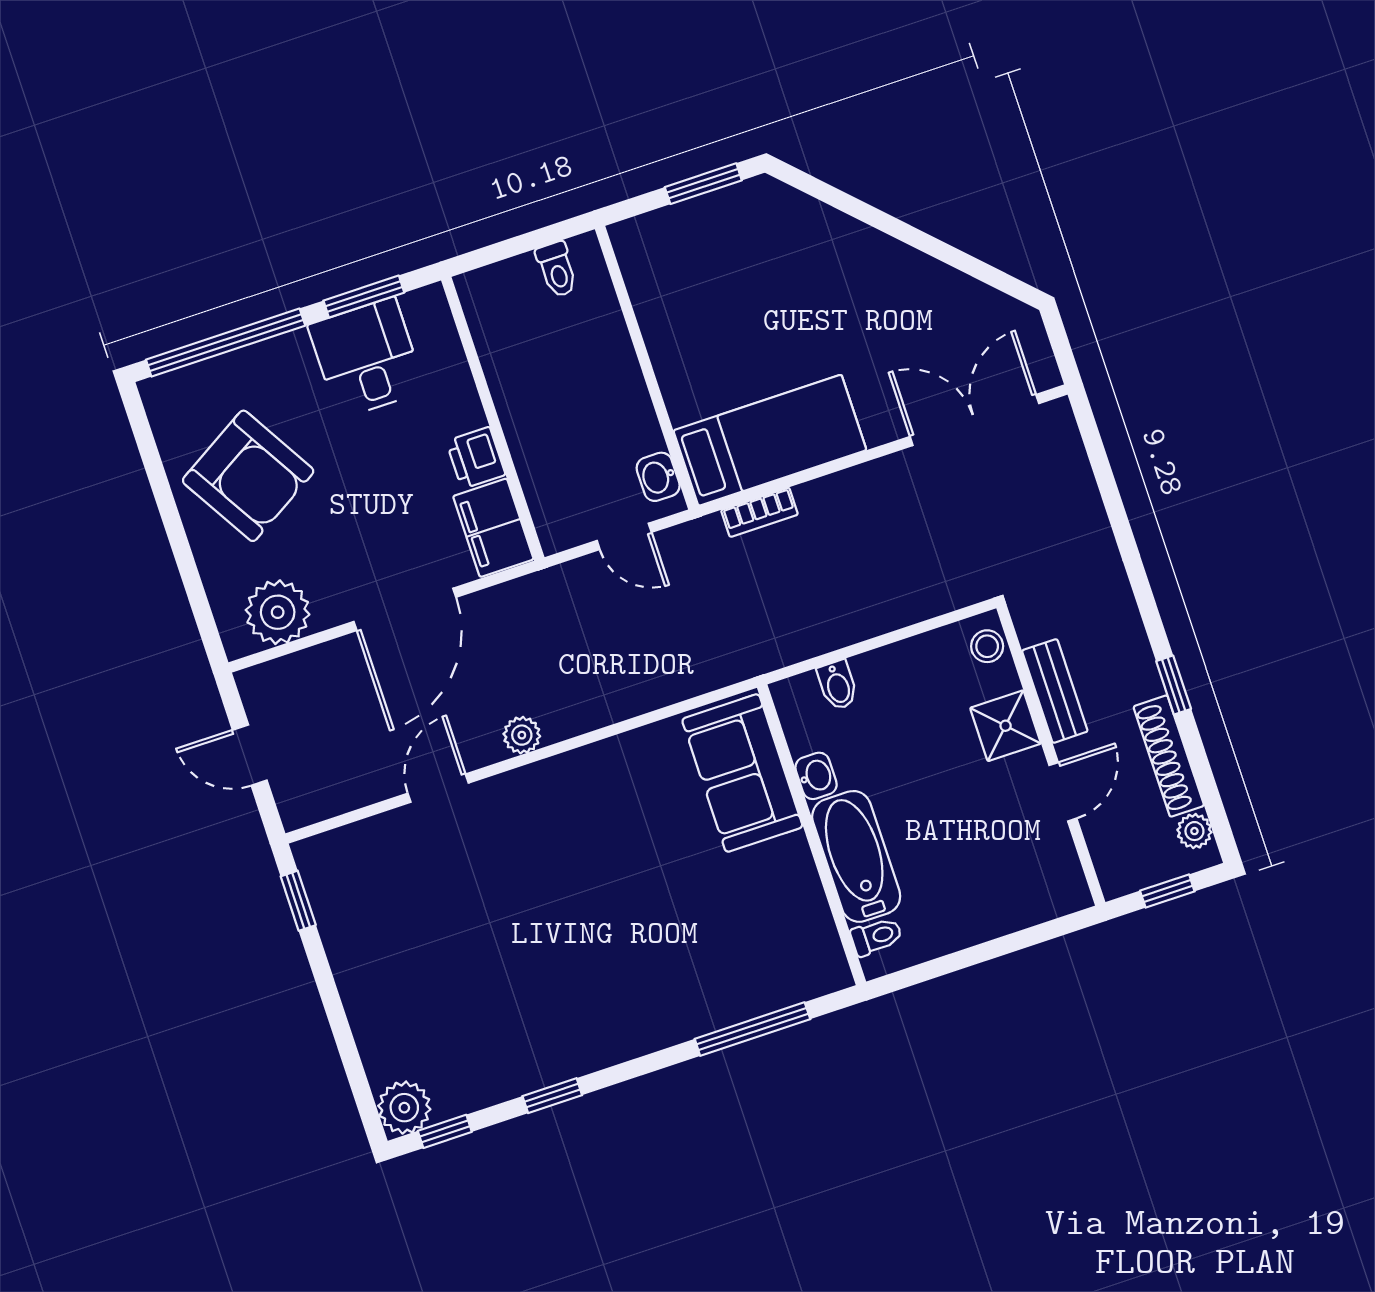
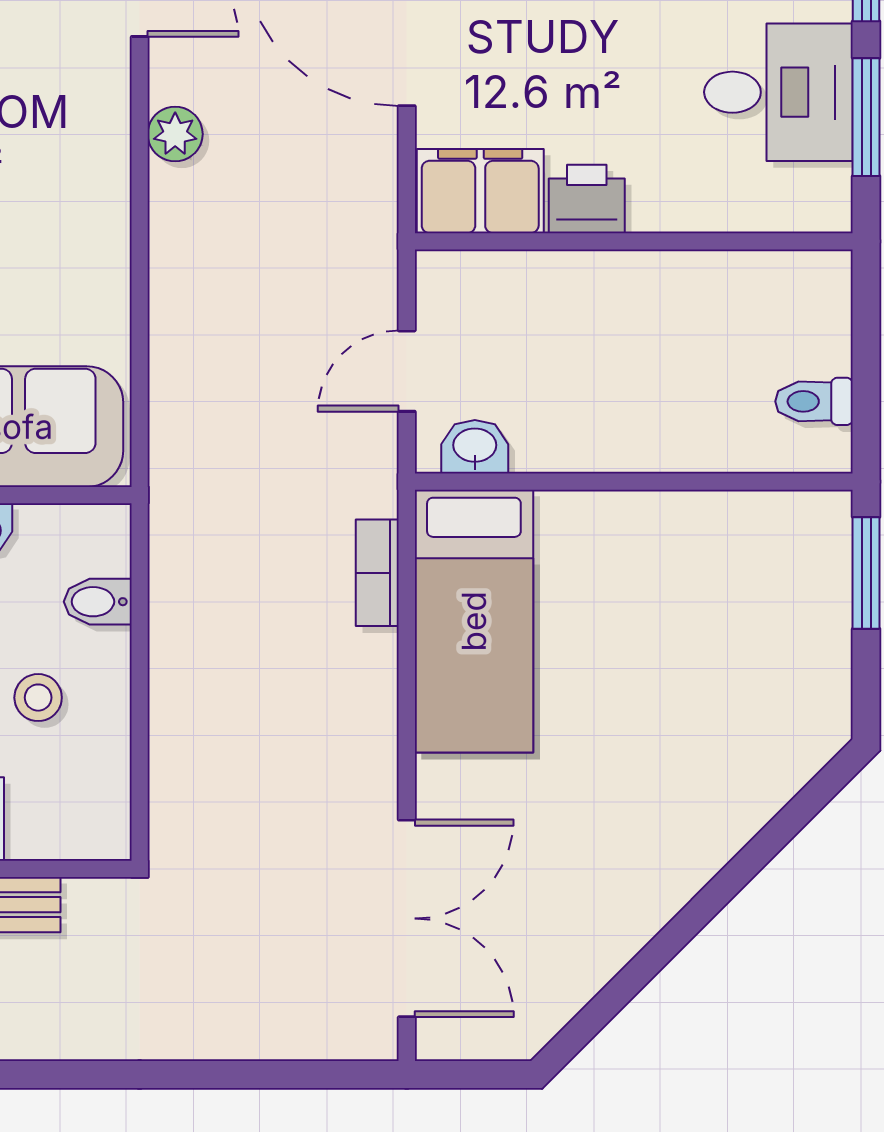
window: (703, 184) -> (866, 573), moved
stool: (987, 646) -> (38, 698), moved

